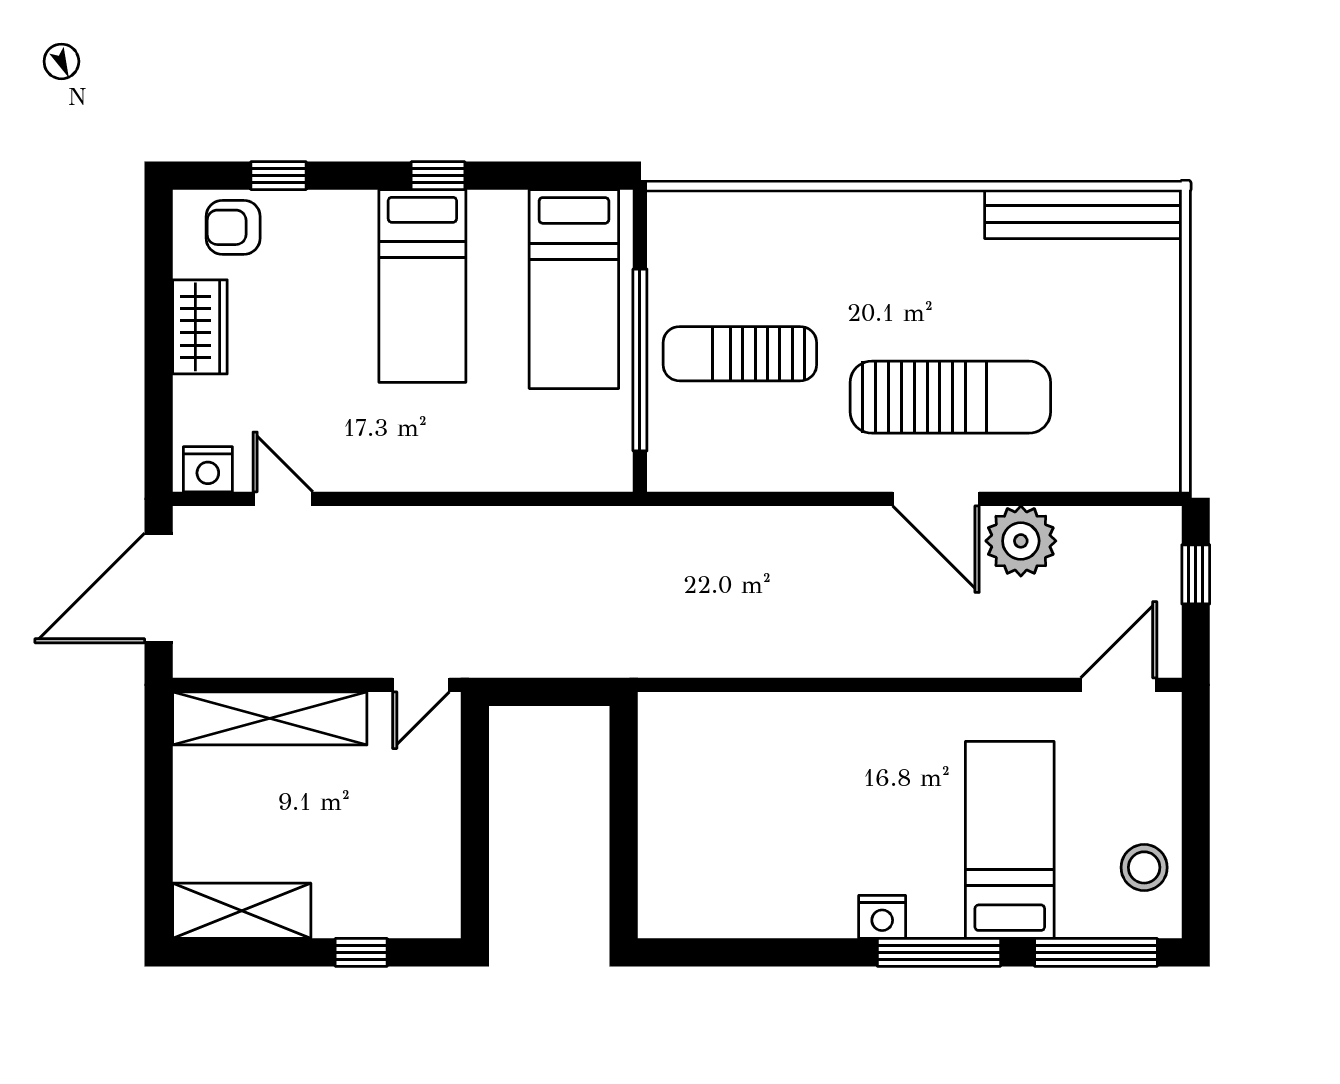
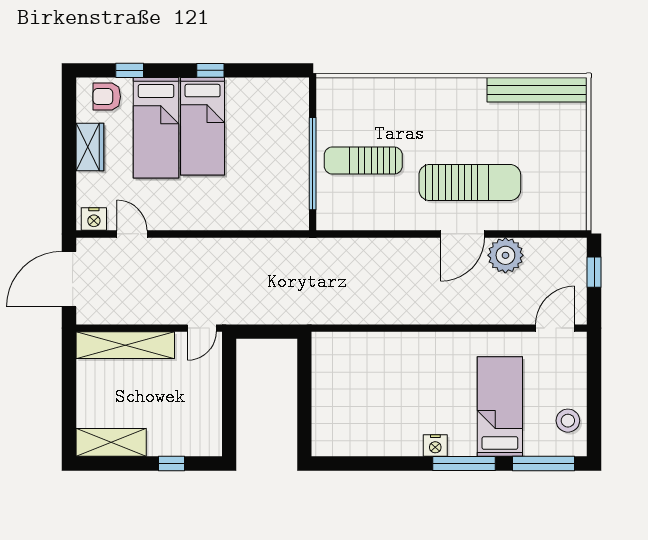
bed: (574, 289) -> (156, 128), moved
door: (936, 499) -> (462, 234), hinge flipped

